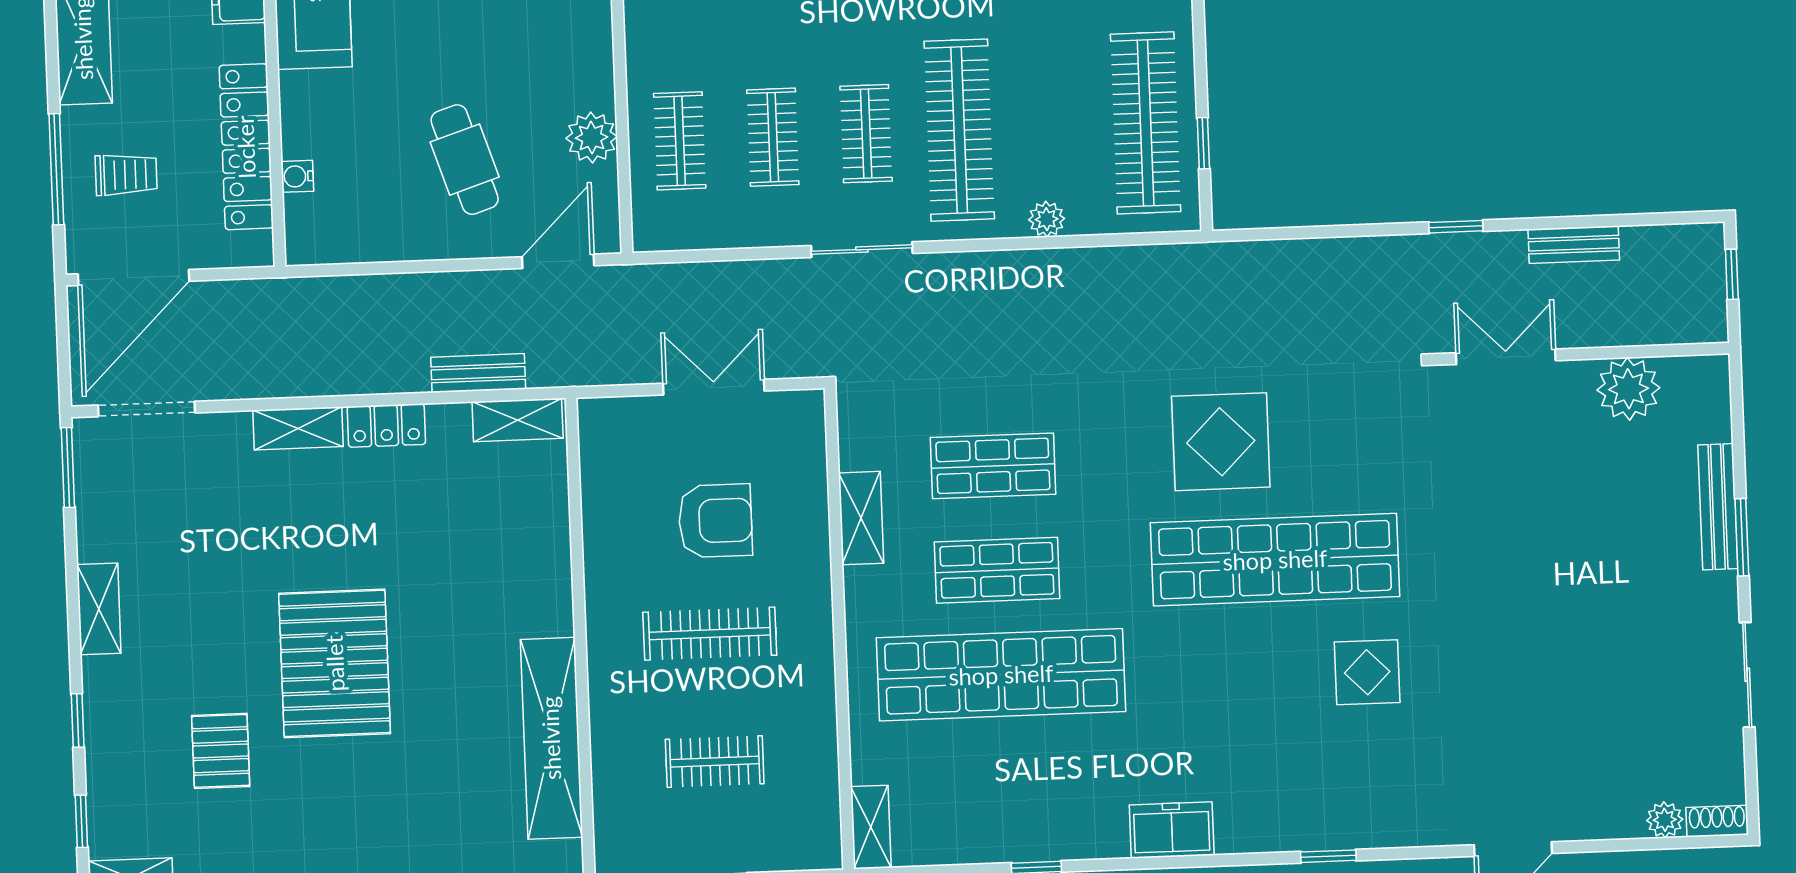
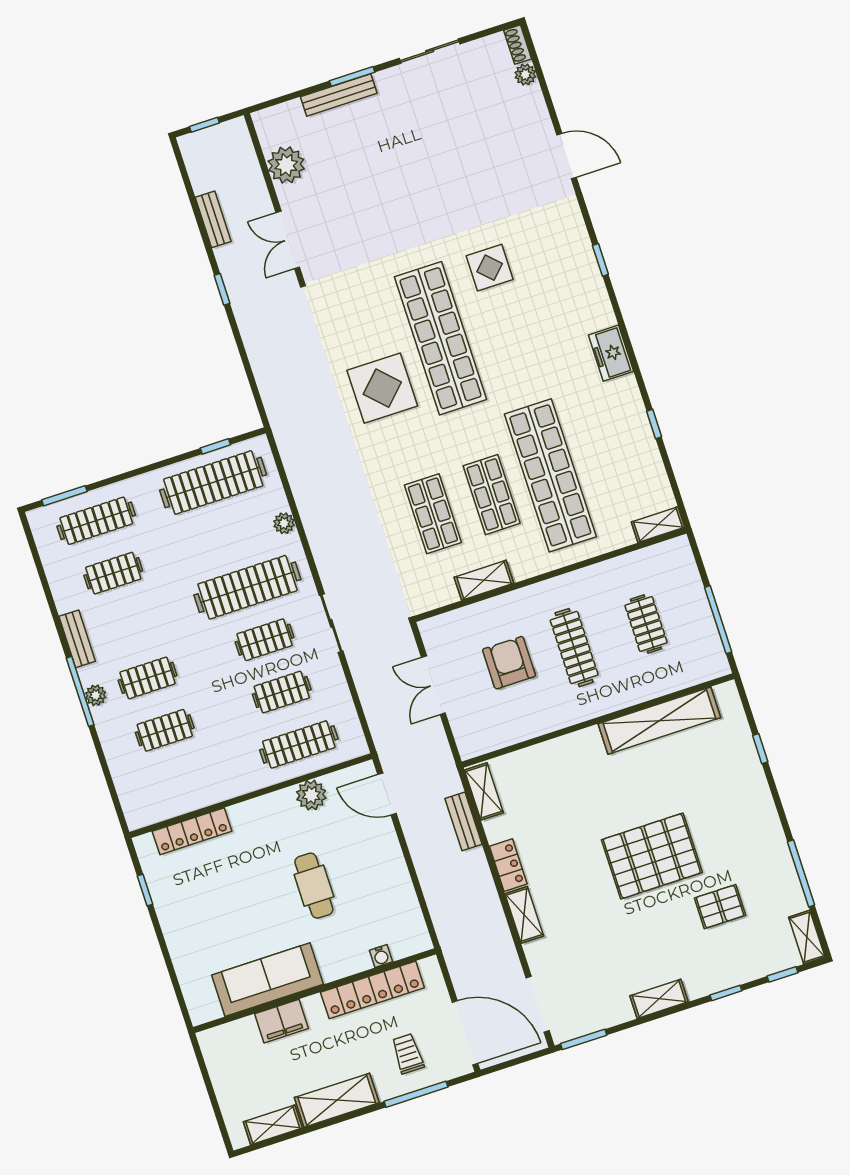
clothes rail: (680, 141) -> (299, 744), width x1.36
cafe table: (465, 160) -> (314, 886), moved, turned -72

